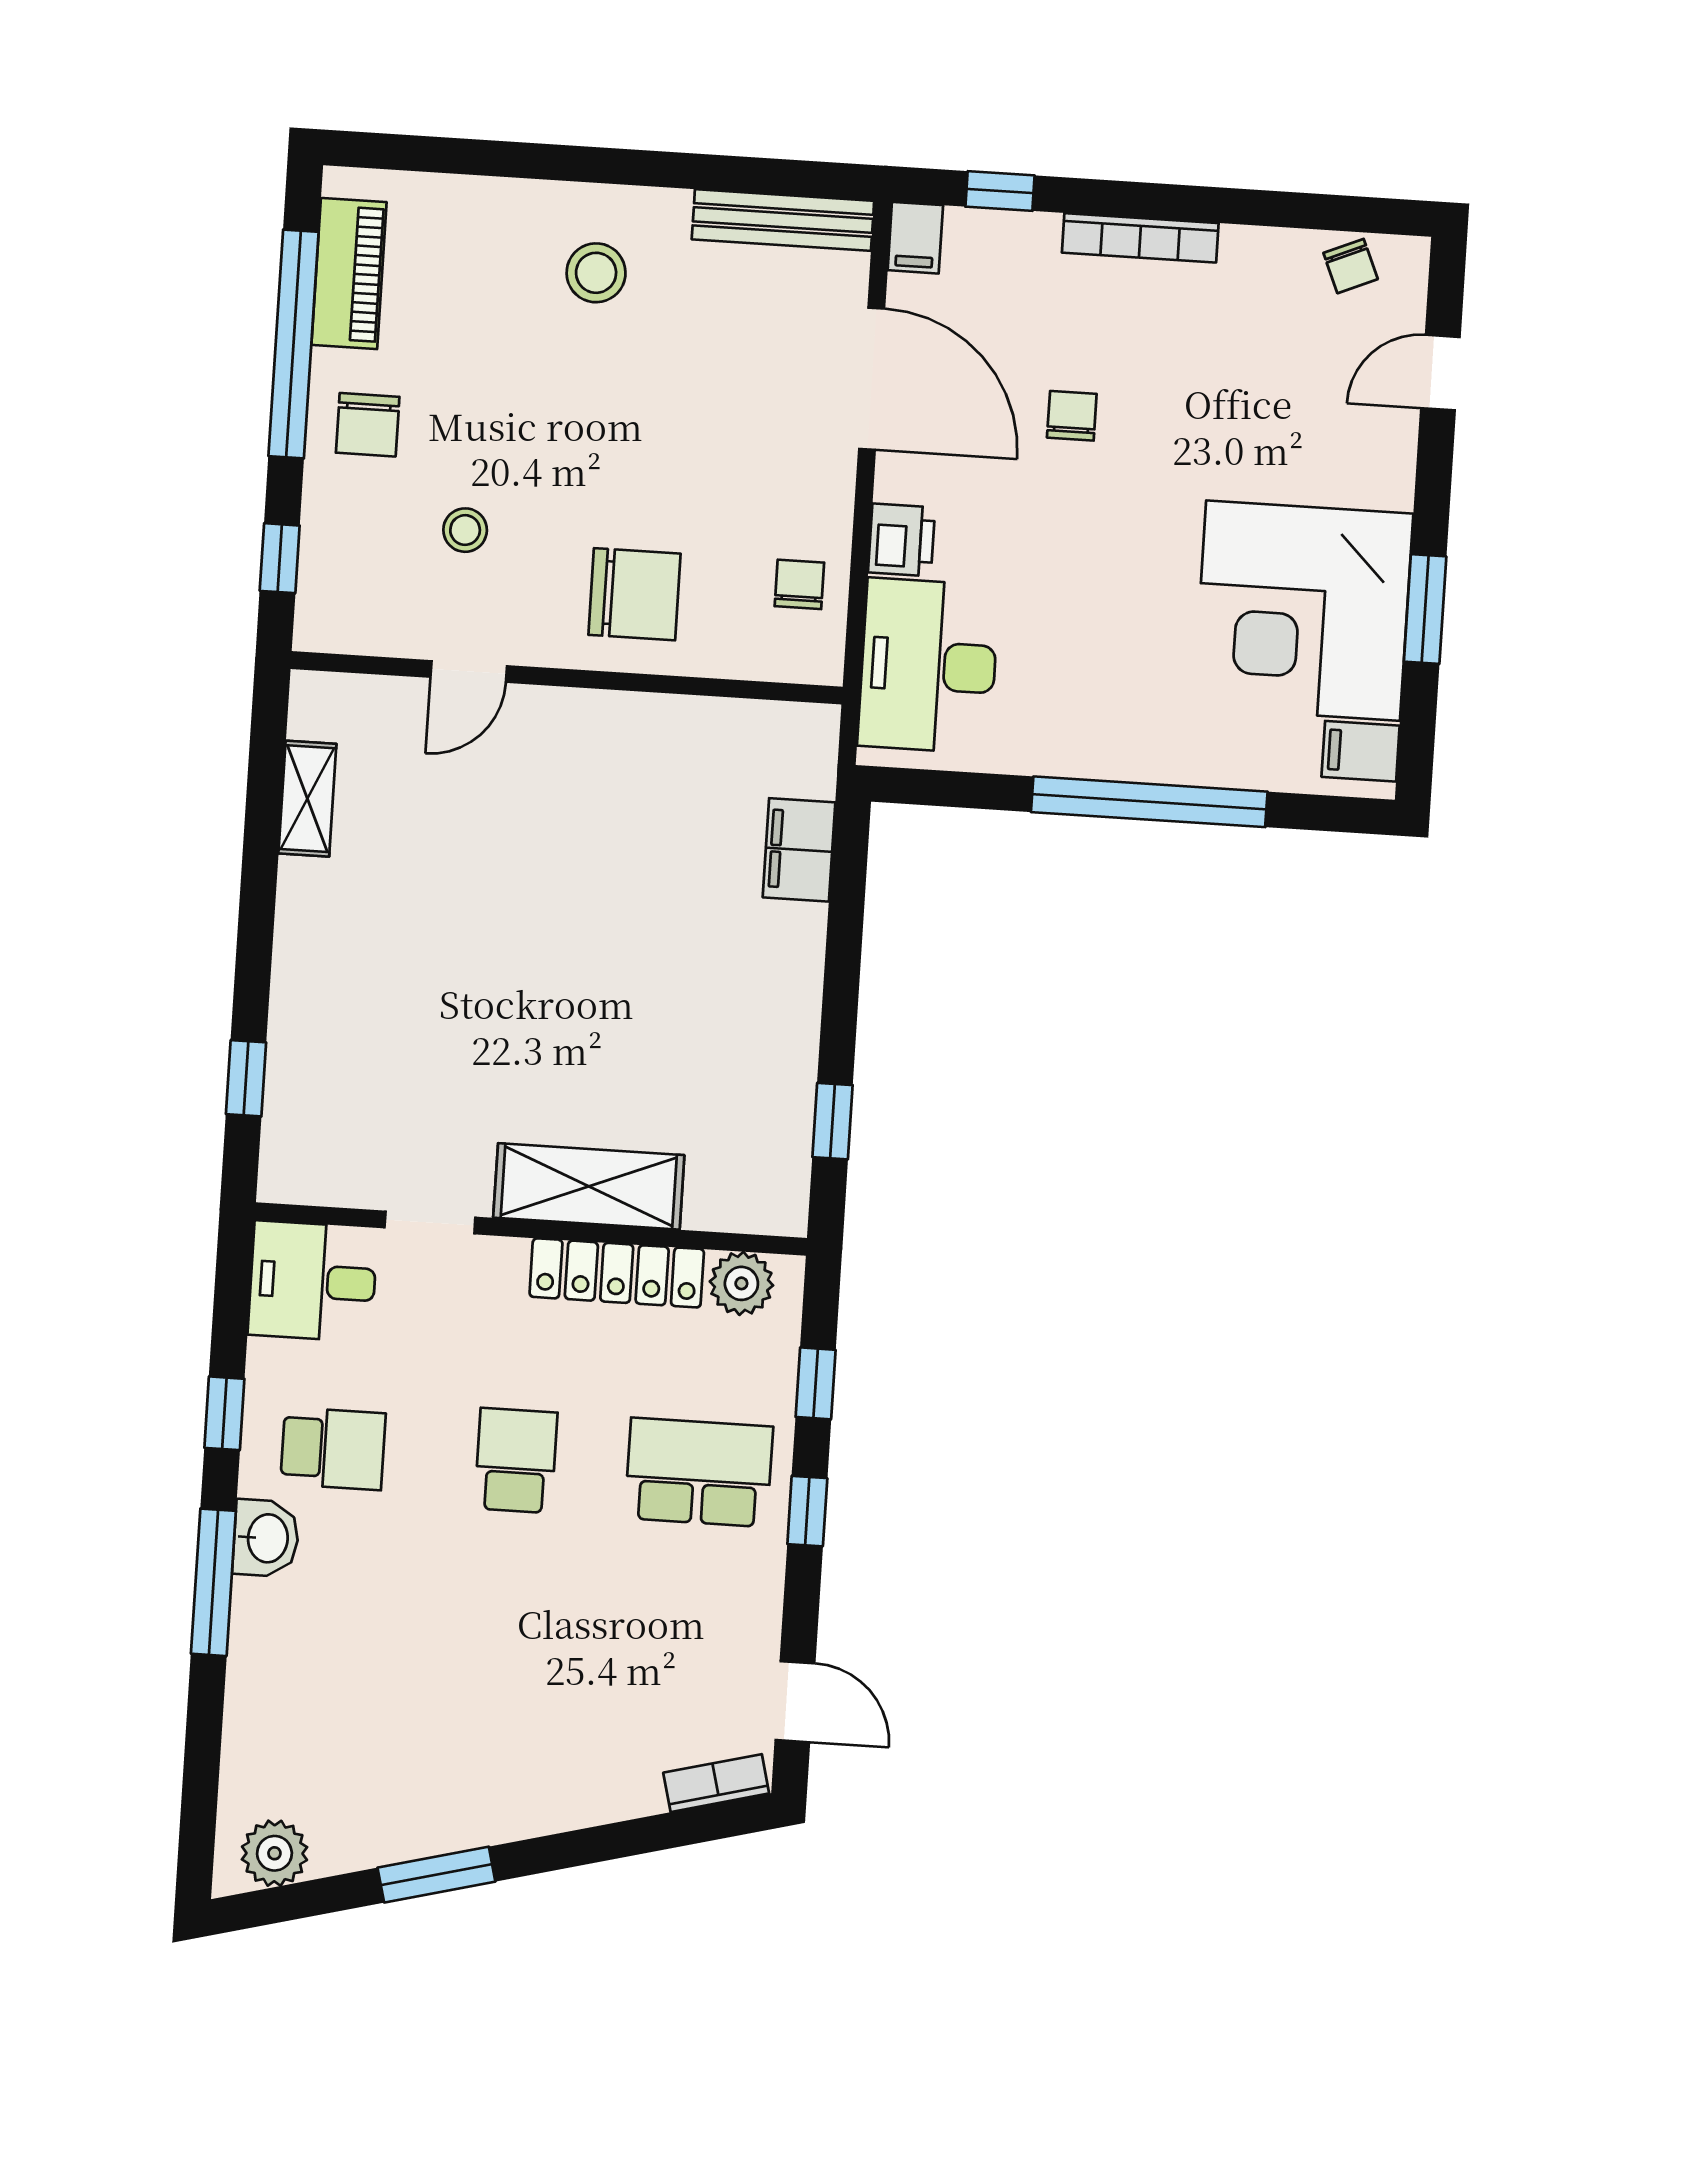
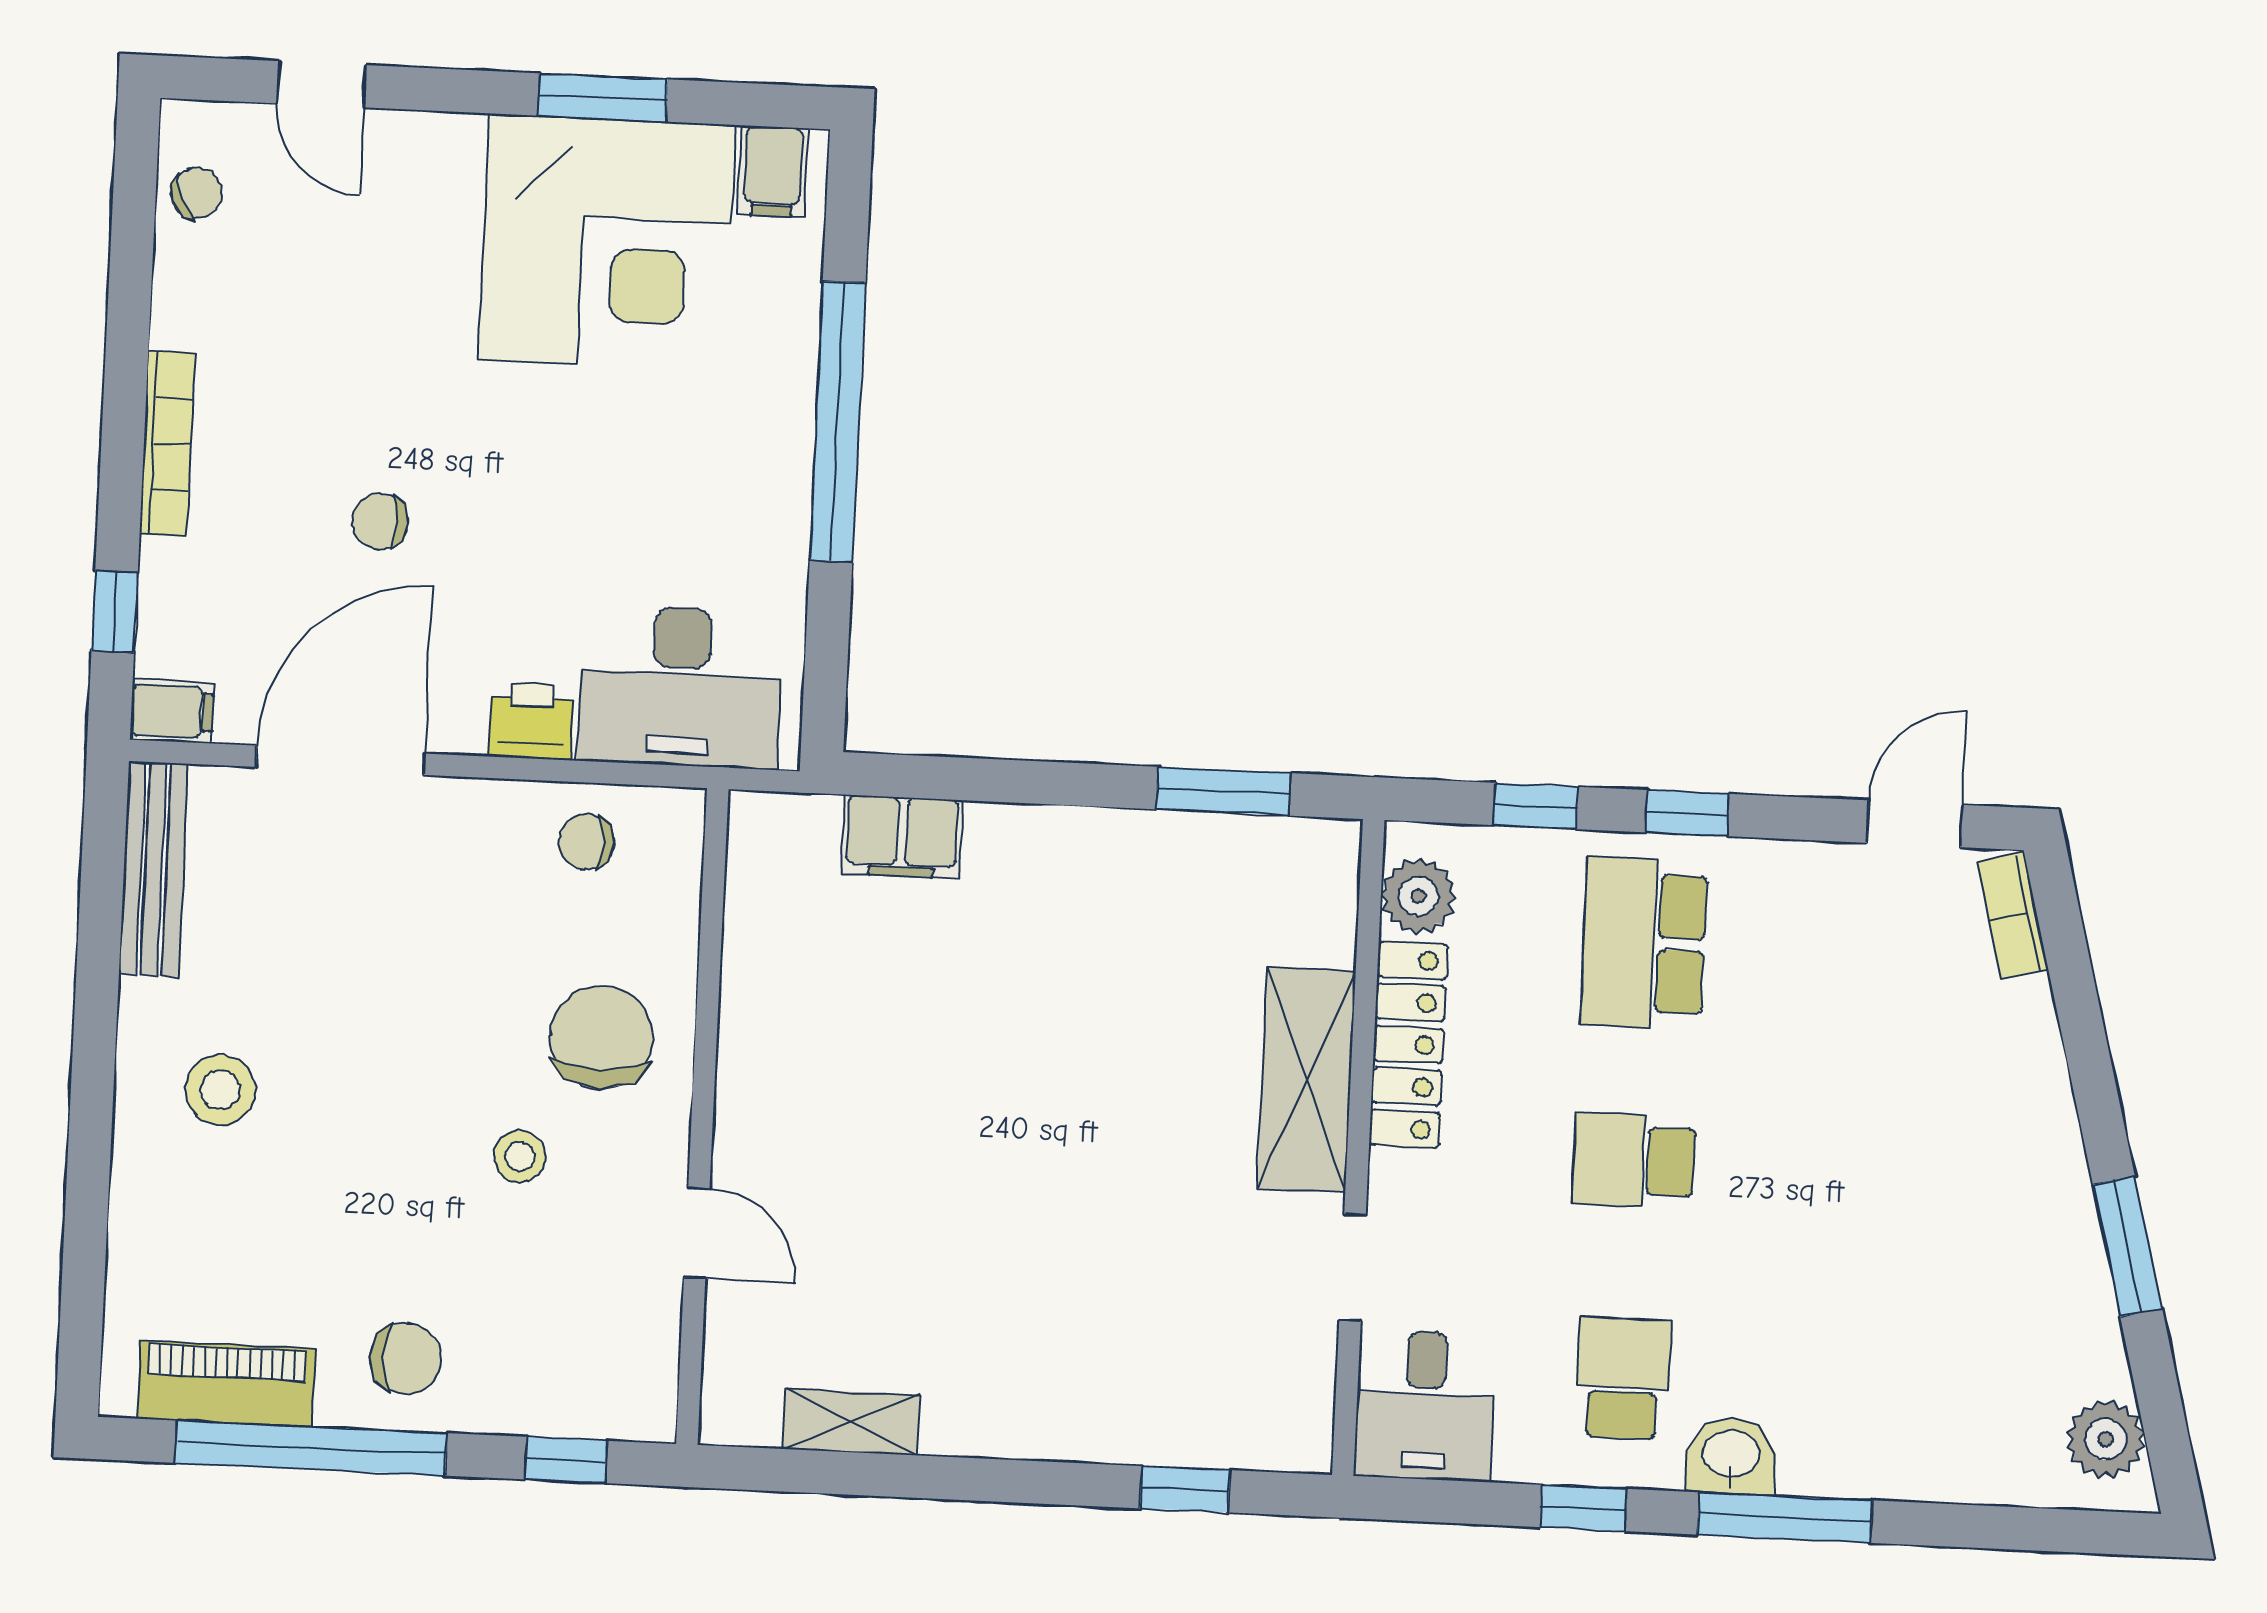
stool: (465, 530) -> (520, 1156), moved
window: (833, 1121) -> (1224, 791), width x1.50

